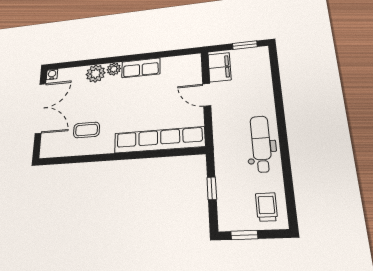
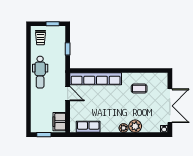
row of seats: (141, 68) -> (88, 127), moved
door: (207, 95) -> (68, 94), moved
double door: (40, 108) -> (170, 106), swing flipped

